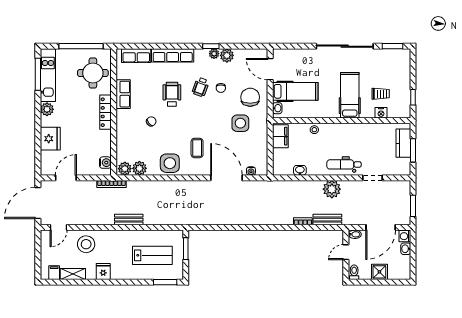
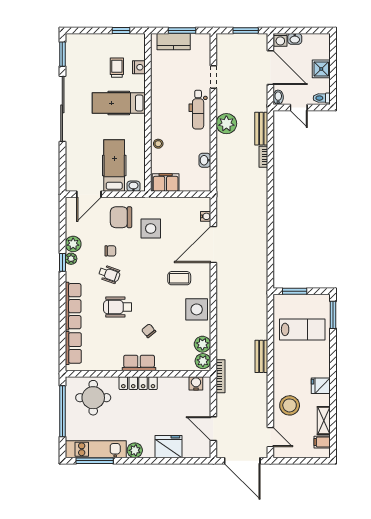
row of seats: (123, 94) -> (139, 363), moved
lab bench: (152, 255) -> (302, 329), turned 90

